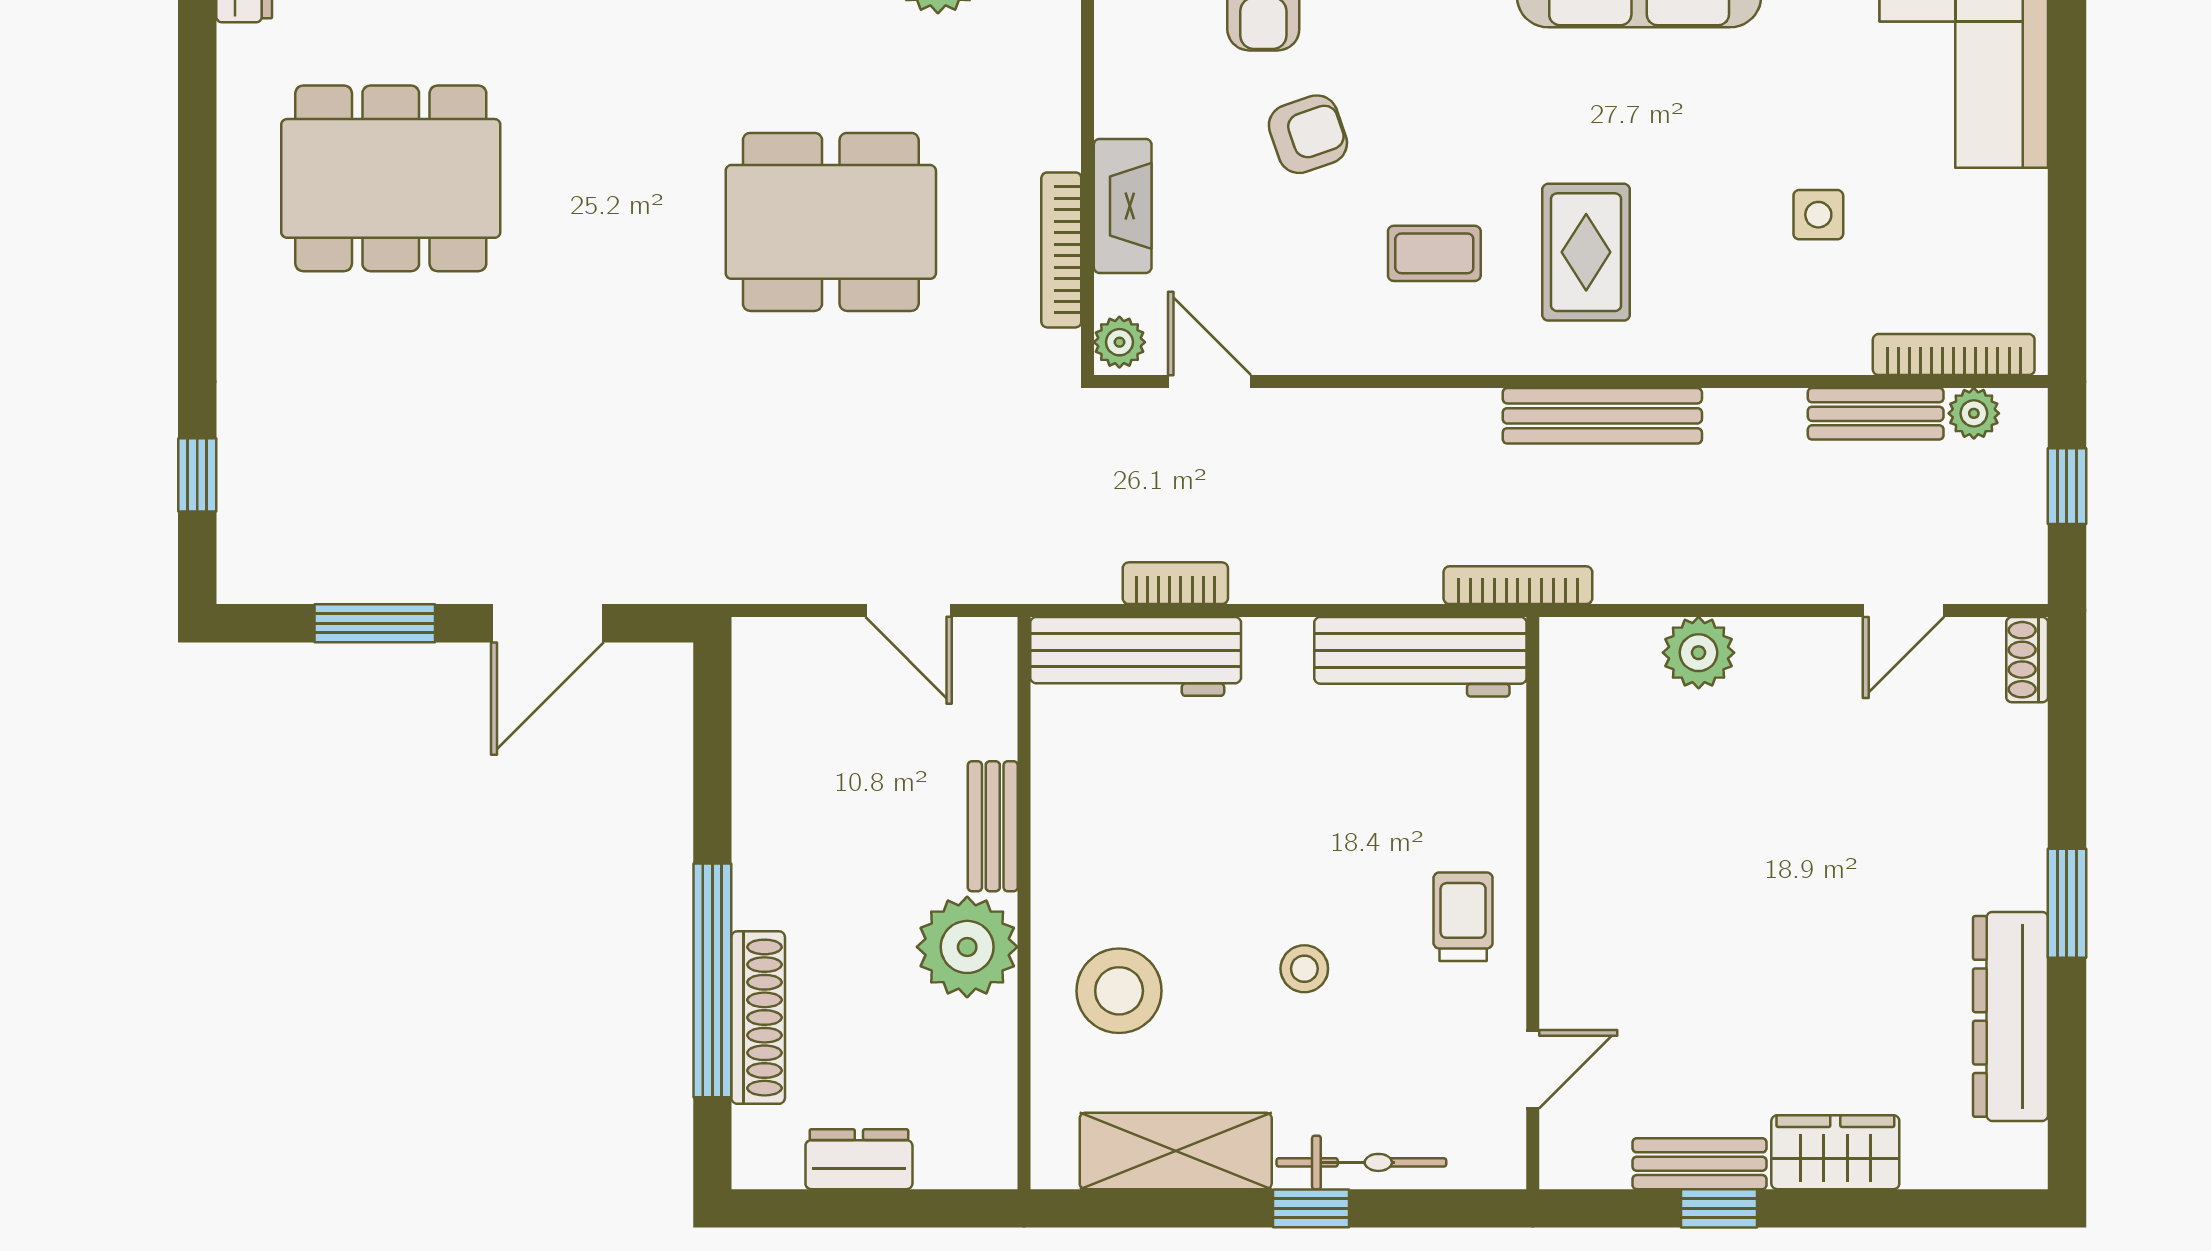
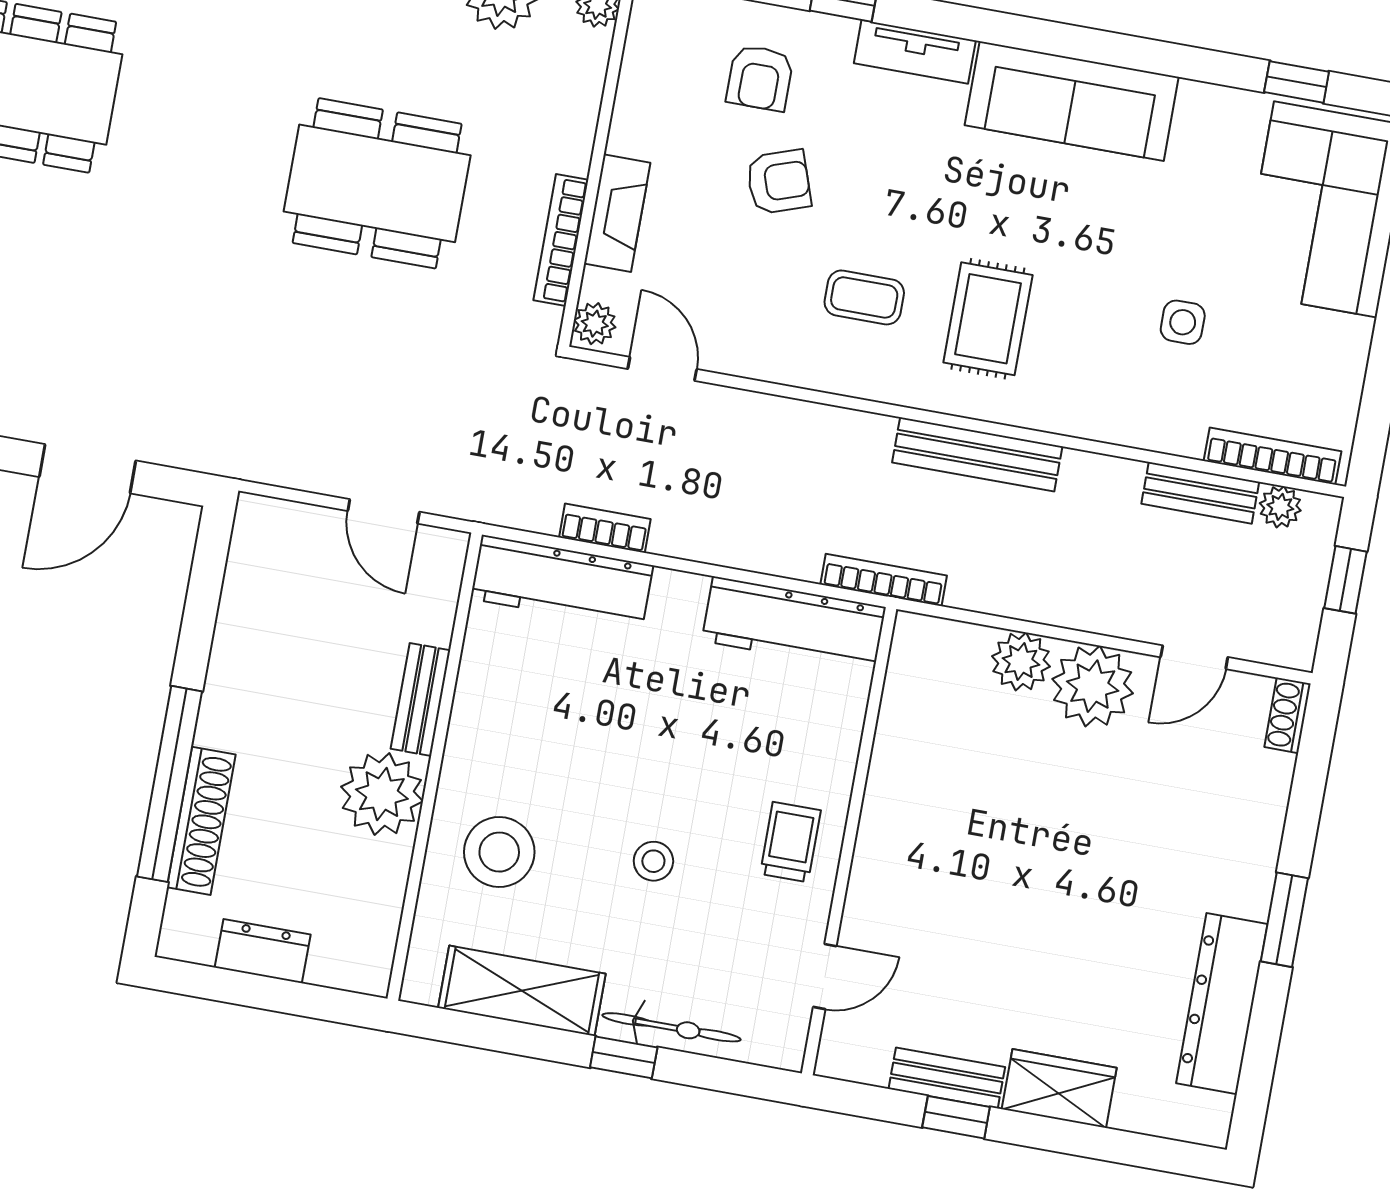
plant: (1789, 667) -> (1093, 686), added

